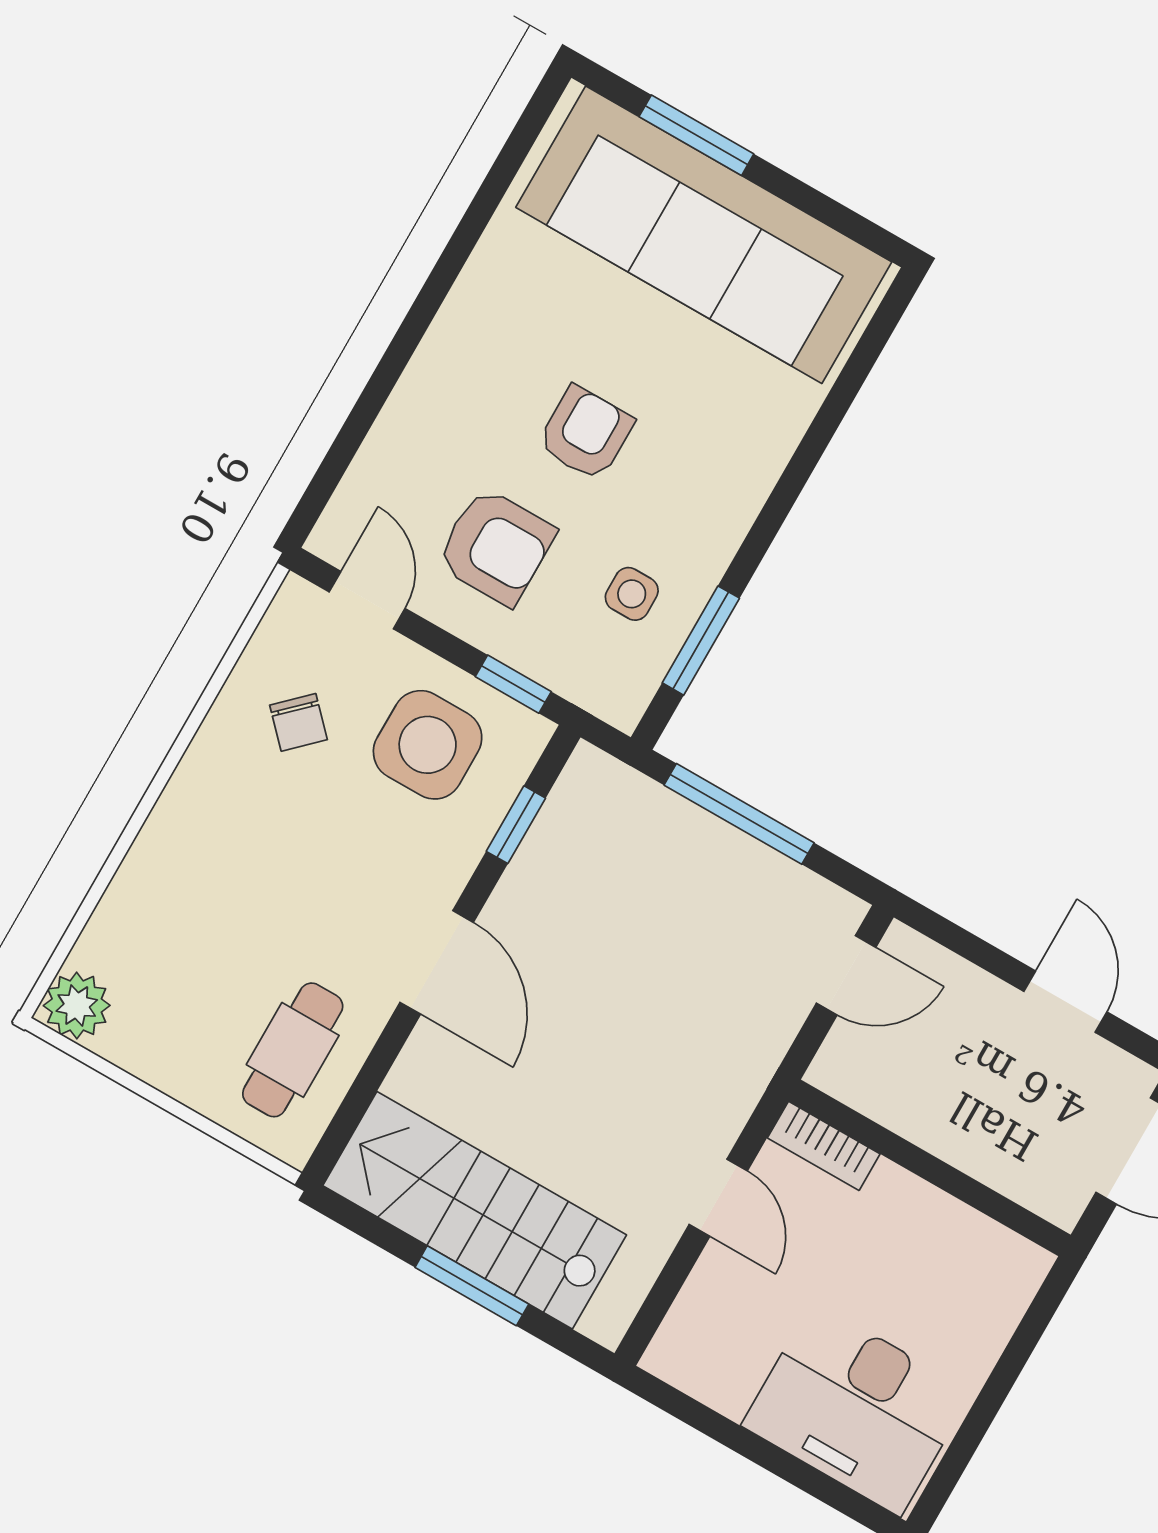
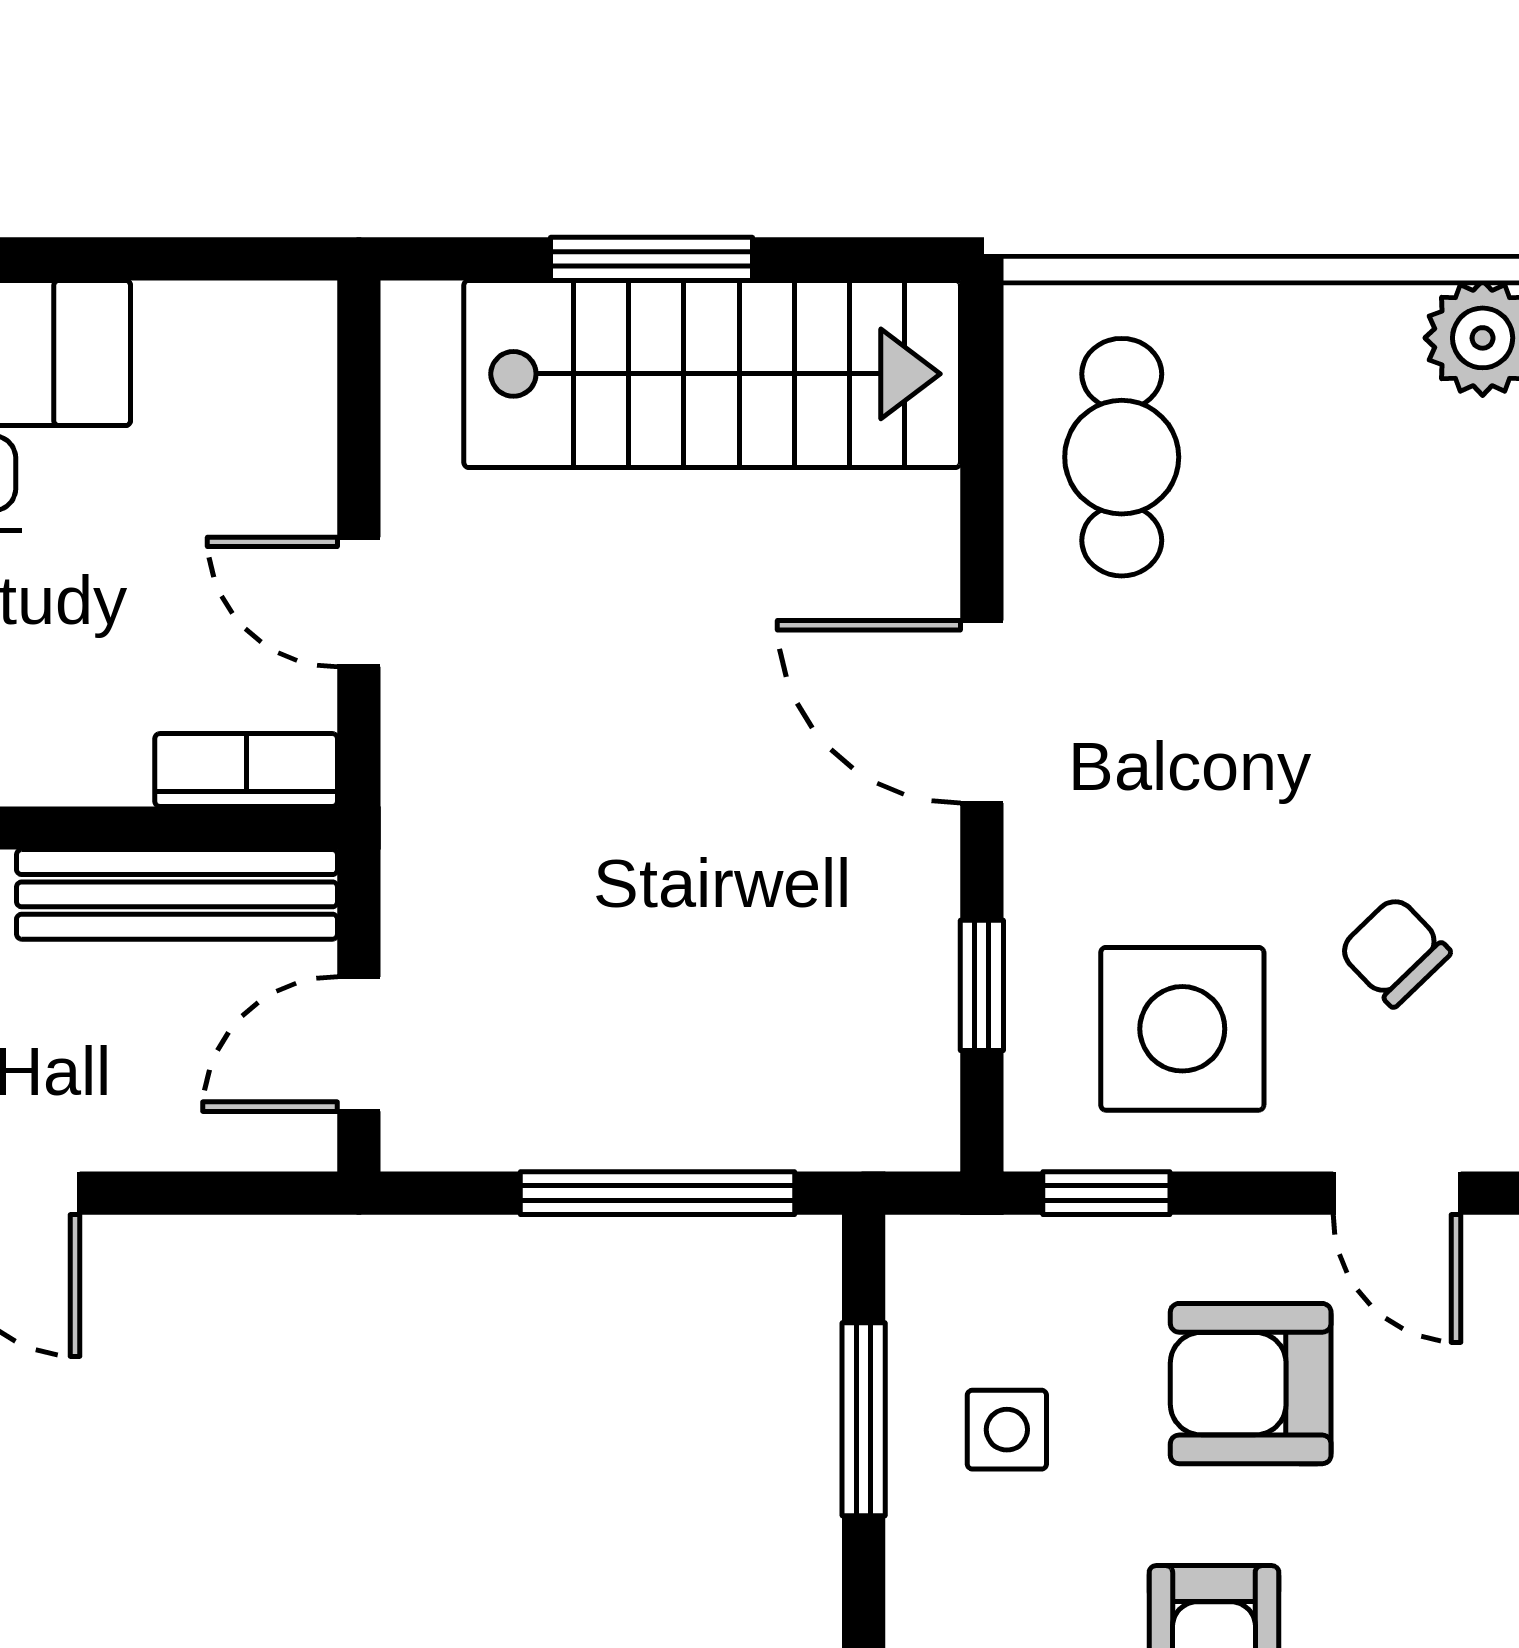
bench: (894, 1103) -> (177, 894), added

